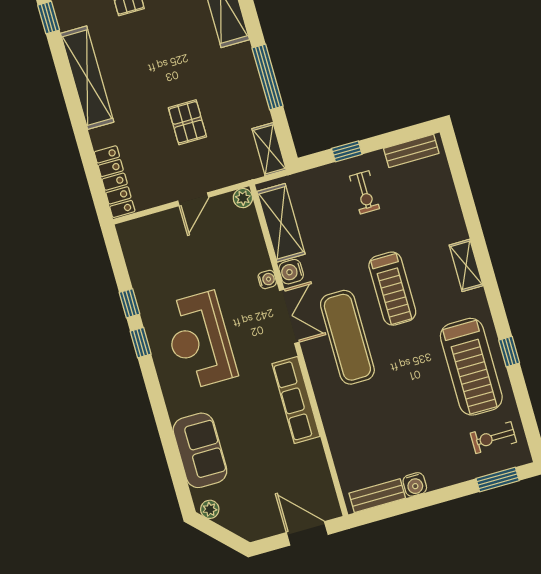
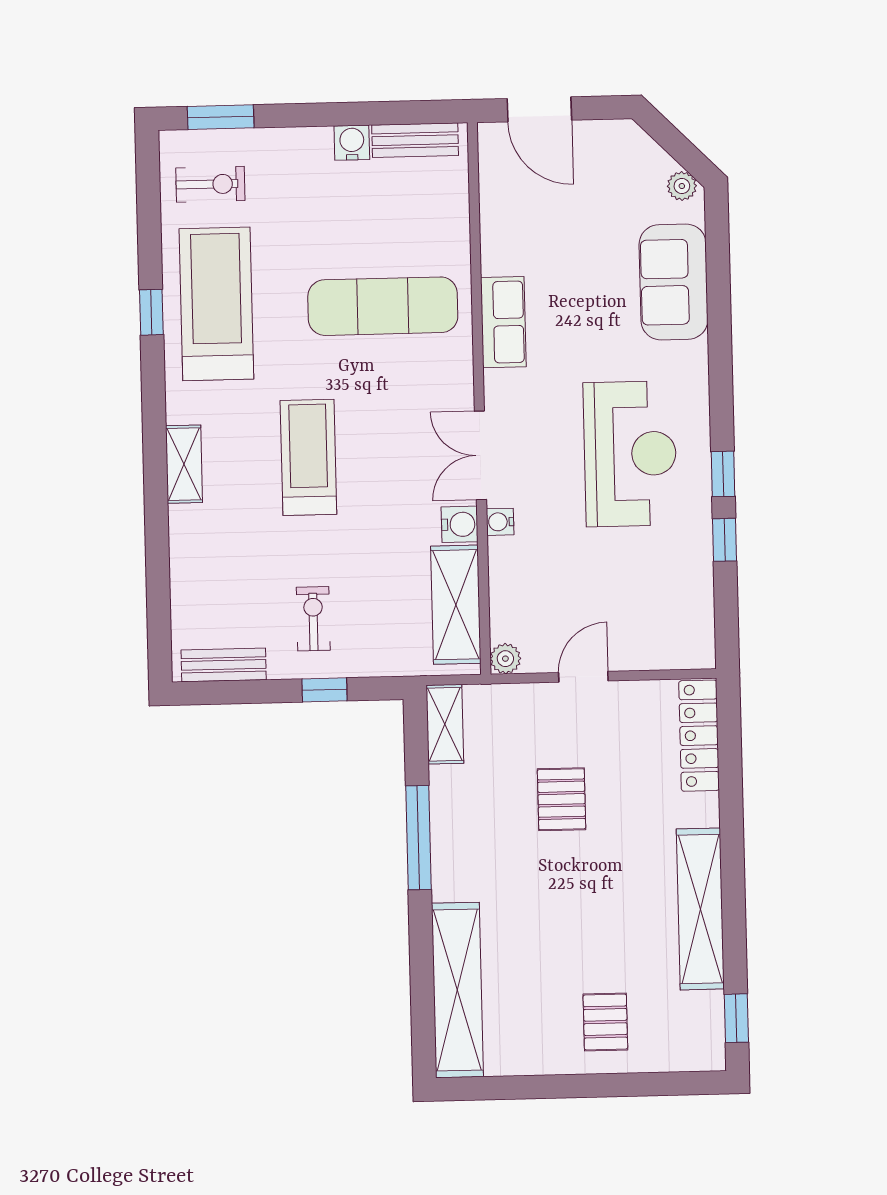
exercise mat: (347, 337) -> (383, 306), moved, turned 90
row of seats: (296, 400) -> (503, 322), width x0.68

